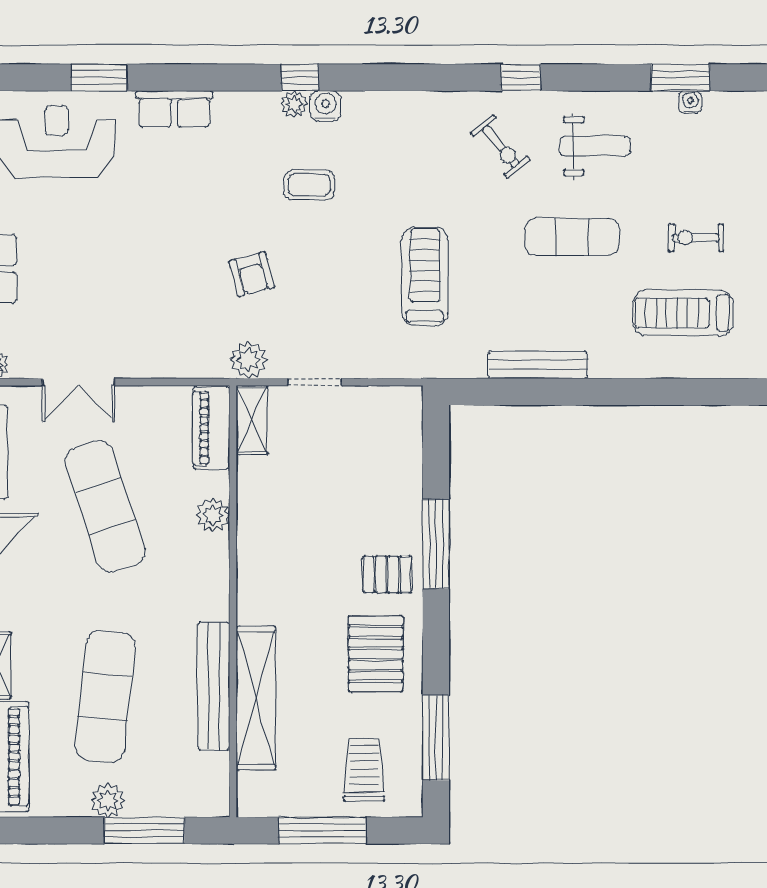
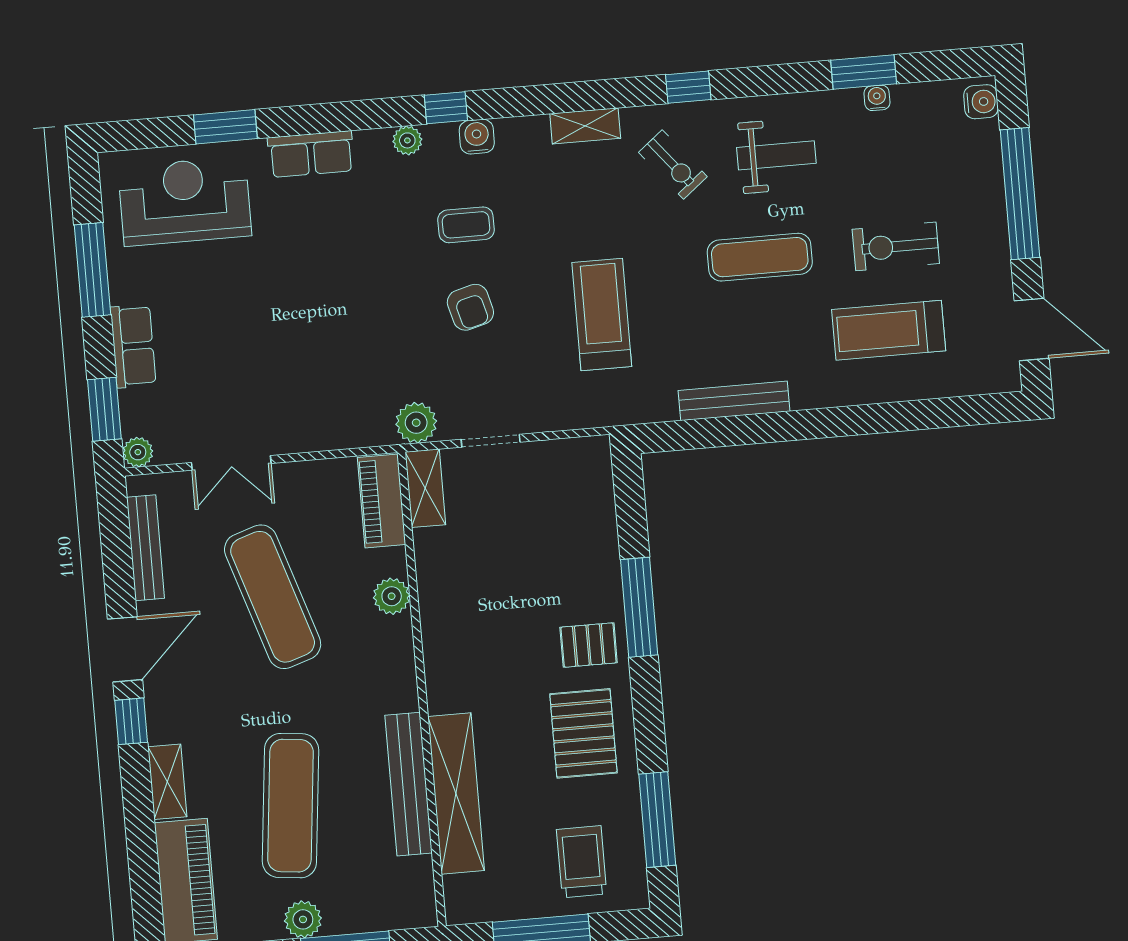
plant: (294, 104) -> (407, 140), moved
shelving: (424, 105) -> (585, 126), added
exercise bike: (696, 238) -> (896, 246), width x1.38, depth x1.39
armchair: (252, 274) -> (470, 307), moved

